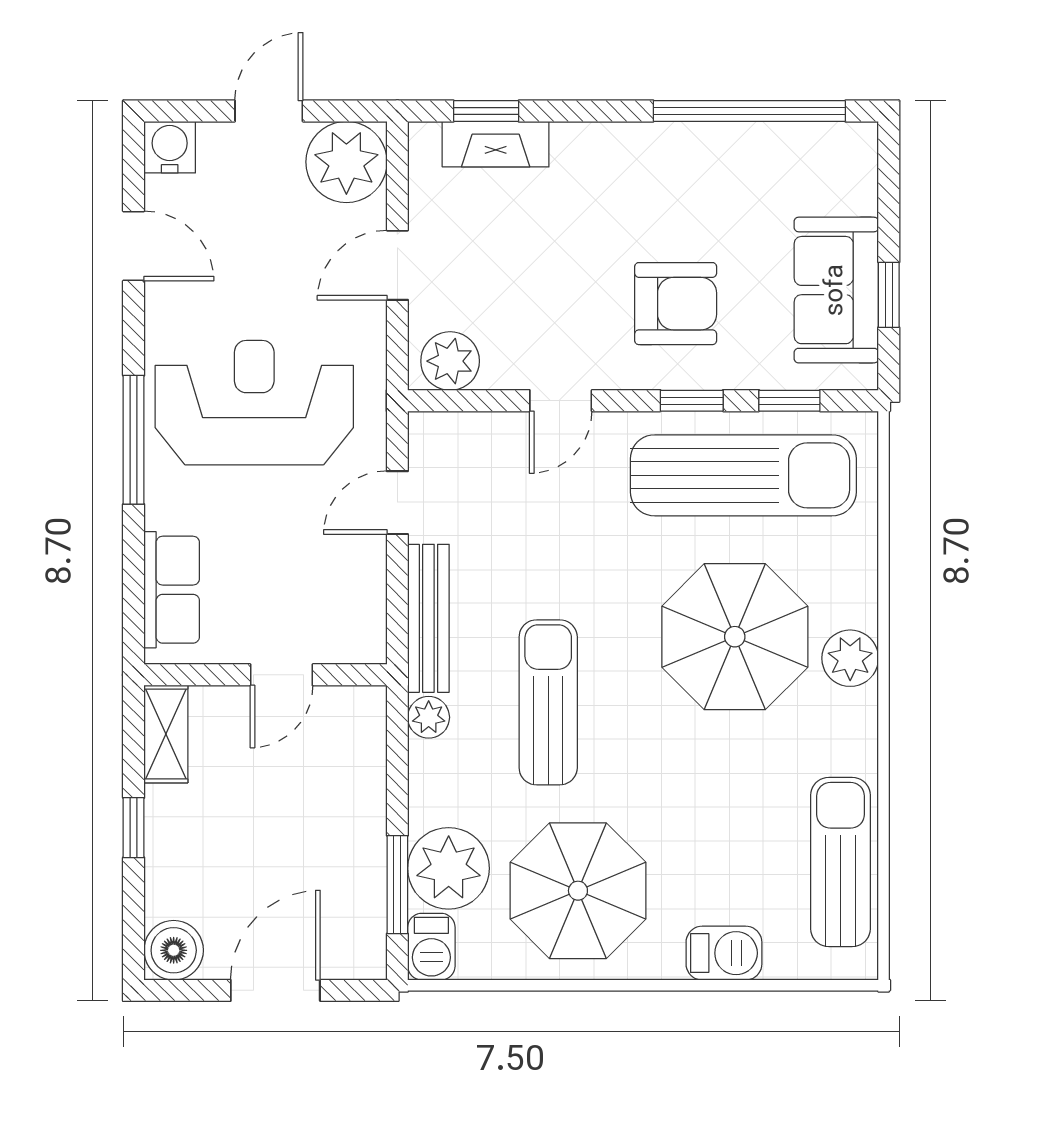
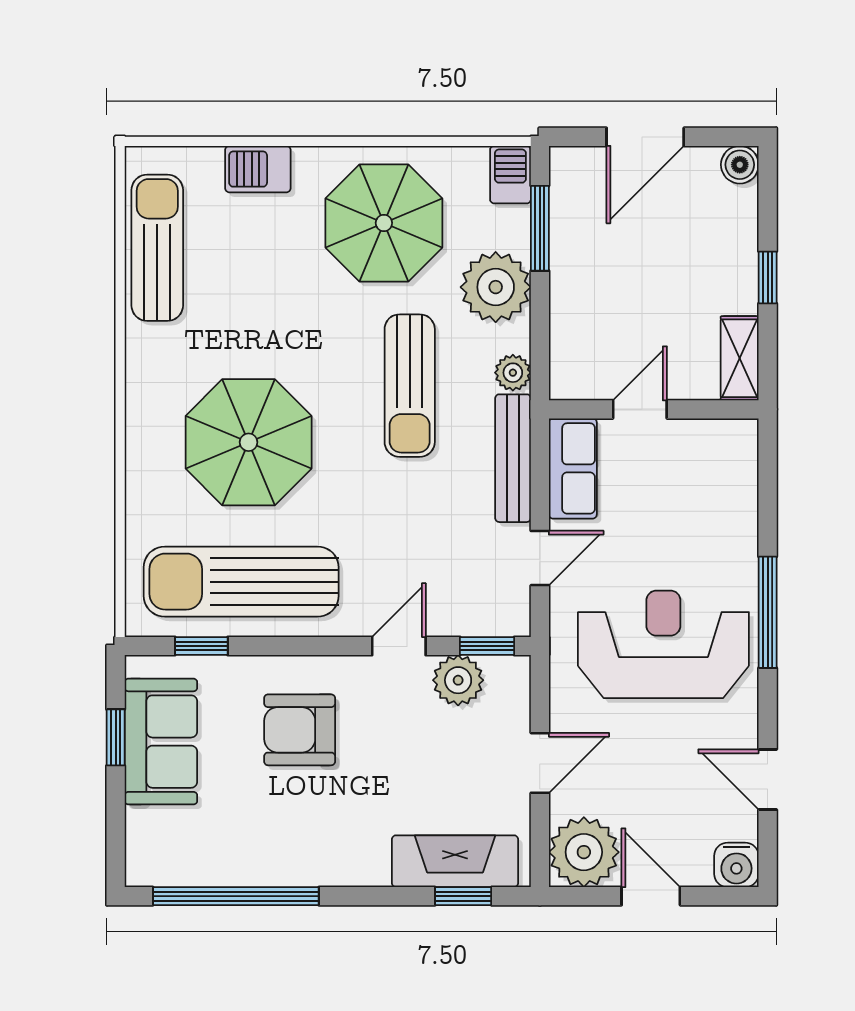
door: (269, 111) -> (651, 896), swing flipped
fireplace: (496, 144) -> (455, 861), width x1.37, depth x1.32
plant: (450, 361) -> (458, 680), moved
window: (692, 401) -> (487, 646), moved
reception desk: (254, 403) -> (663, 644), turned 180
row of seats: (172, 590) -> (573, 468), moved, turned 180
plant: (850, 658) -> (149, 424), removed
sun lounger: (841, 862) -> (157, 248), turned 180
plant: (449, 868) -> (496, 287), moved
boiler: (174, 950) -> (740, 165), width x0.73, depth x0.73

